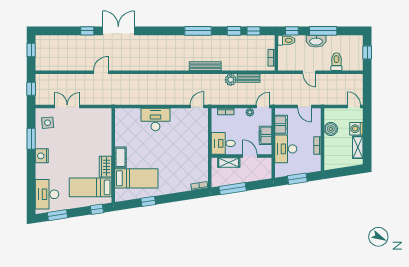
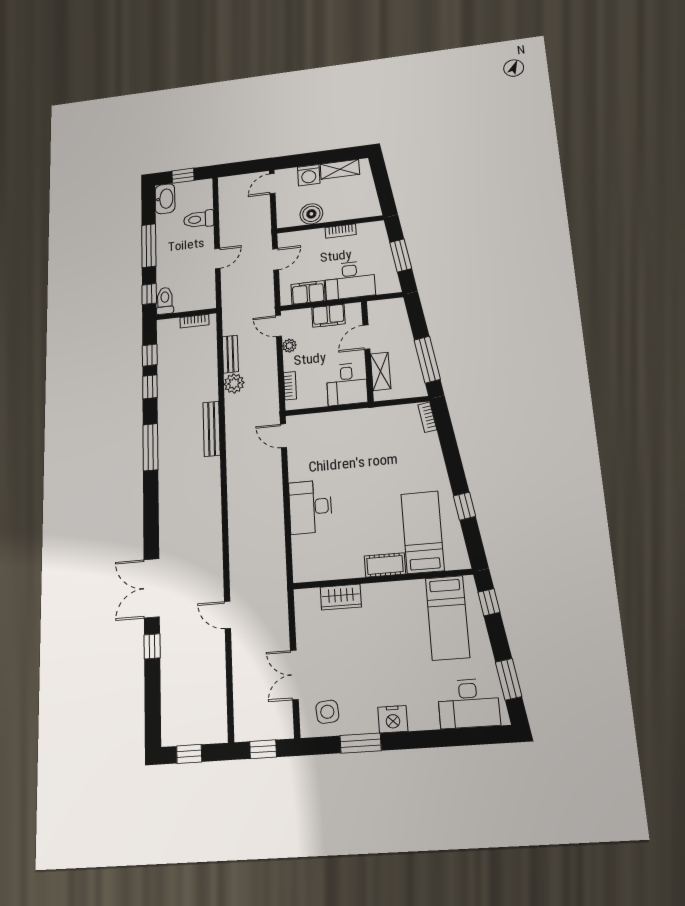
washbasin: (316, 41) -> (165, 199), moved
wardrobe: (106, 167) -> (341, 597), moved

